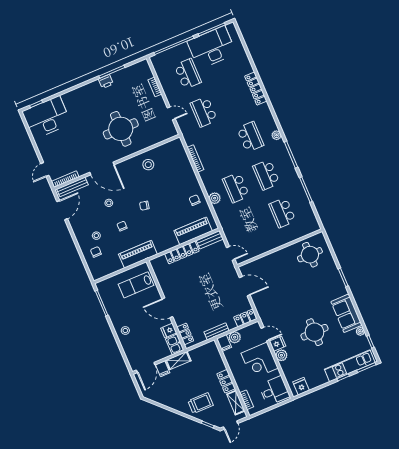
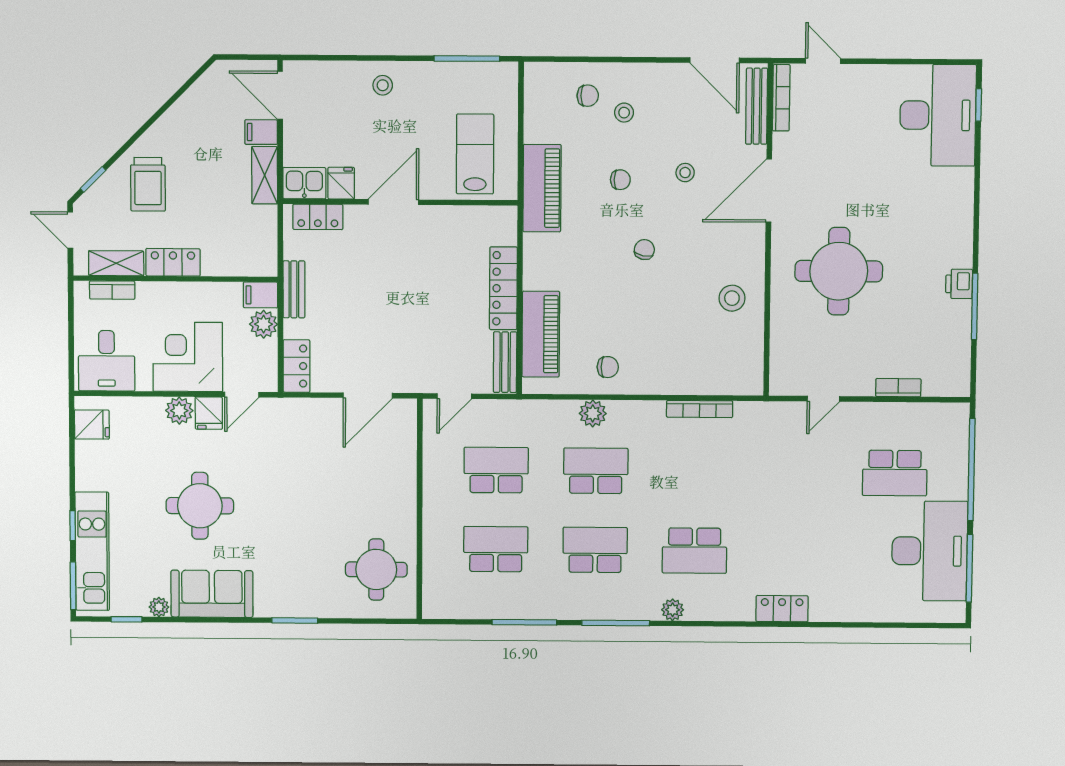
locker: (256, 89) -> (782, 609), width x0.66
school desk: (204, 112) -> (496, 470), moved

